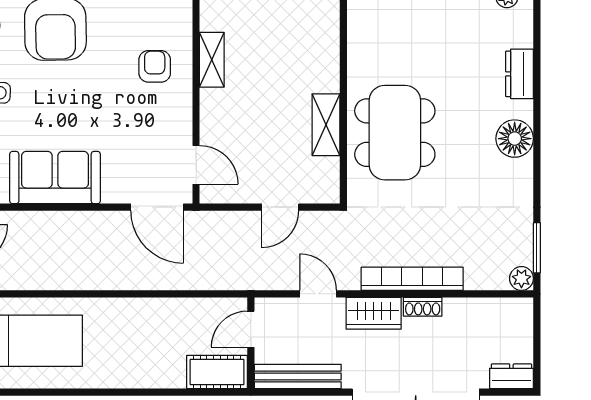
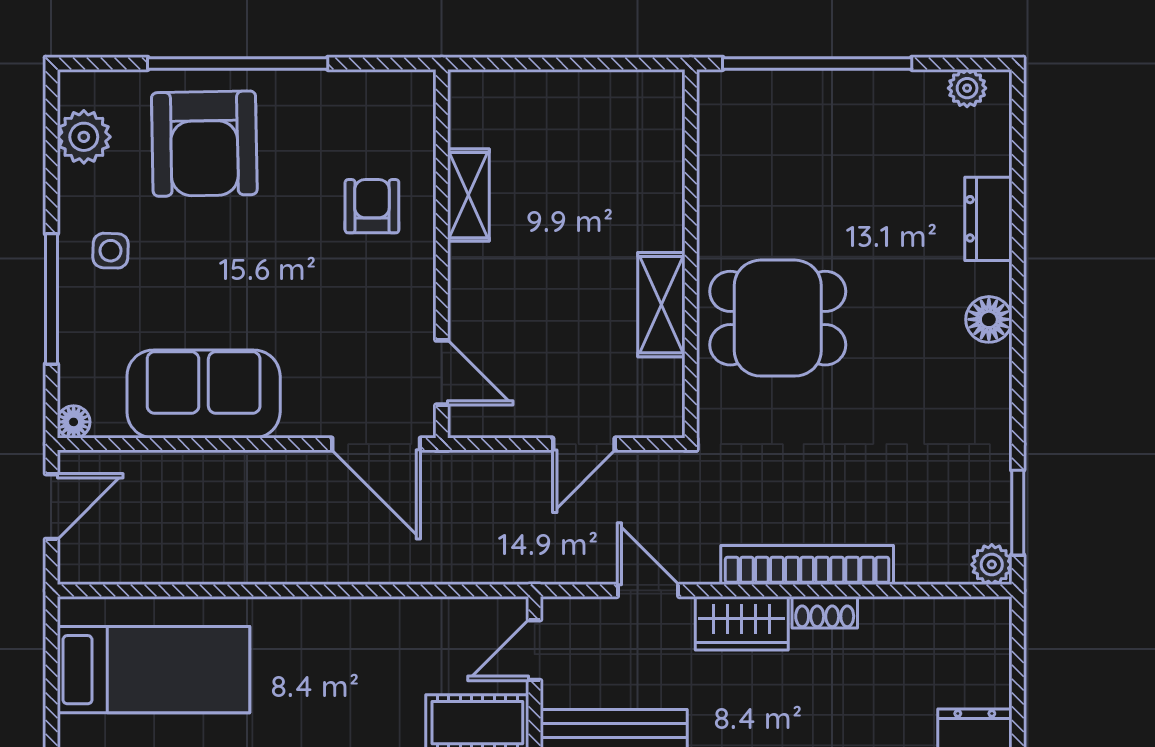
dining table: (395, 133) -> (778, 318), width x0.73
floor lamp: (515, 139) -> (989, 319), width x0.73, depth x0.73

